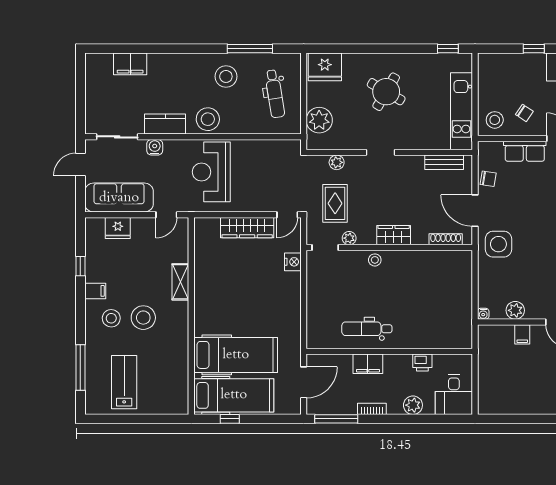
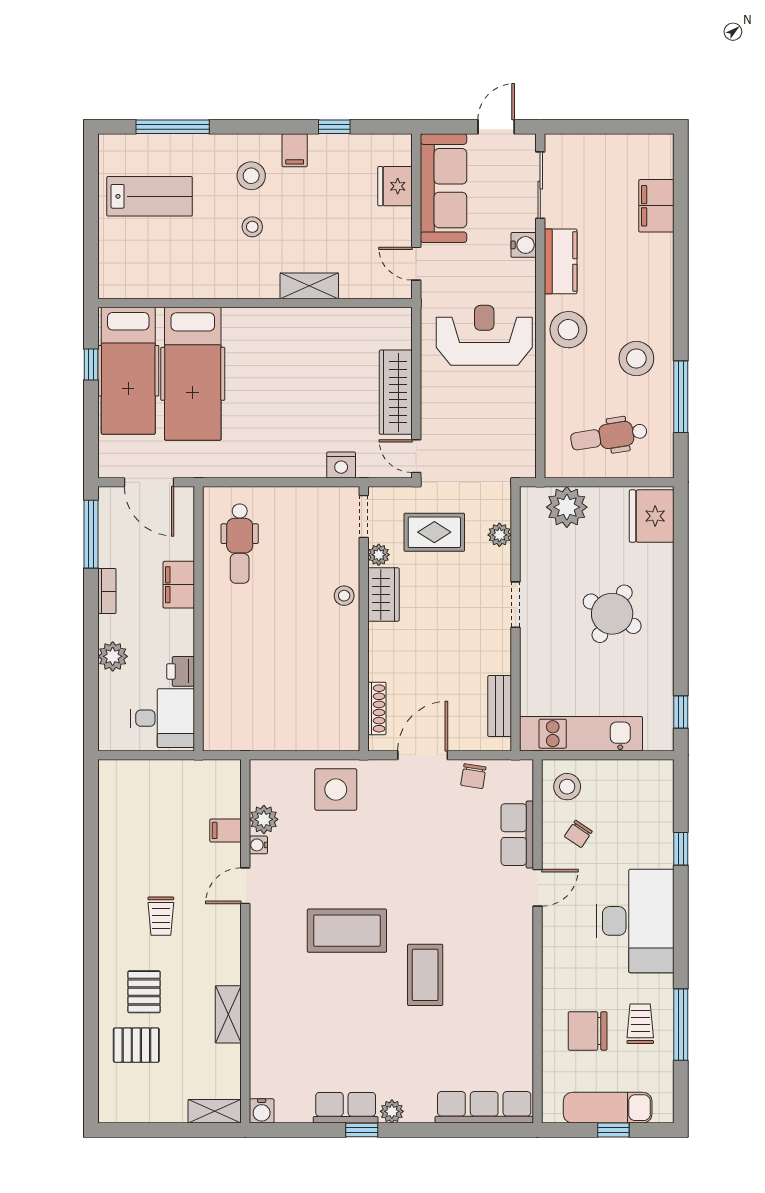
door: (80, 165) -> (496, 127), hinge flipped
wardrobe: (394, 235) -> (383, 595), moved
side table: (498, 244) -> (336, 789), moved
water cooler: (483, 314) -> (258, 845), moved
stool: (143, 318) -> (252, 227), width x0.53, depth x0.53
dental chair: (367, 329) -> (240, 544), moved, turned 180
desk: (454, 395) -> (163, 718), moved, turned 180

